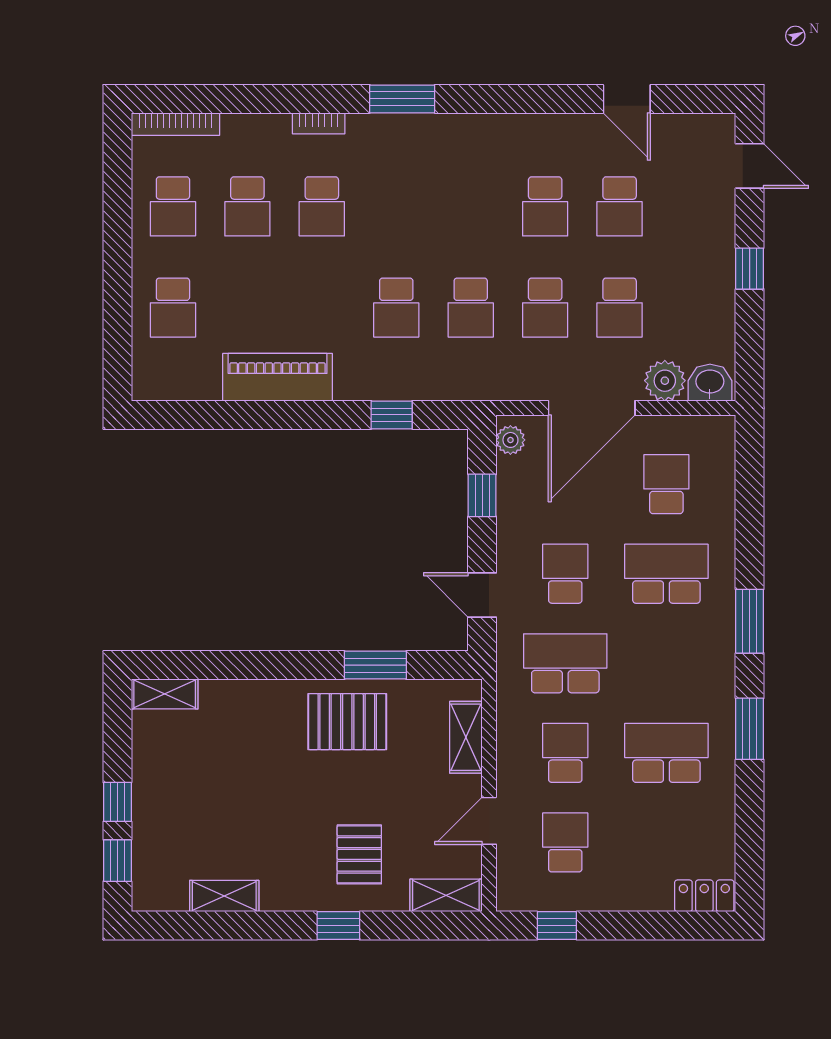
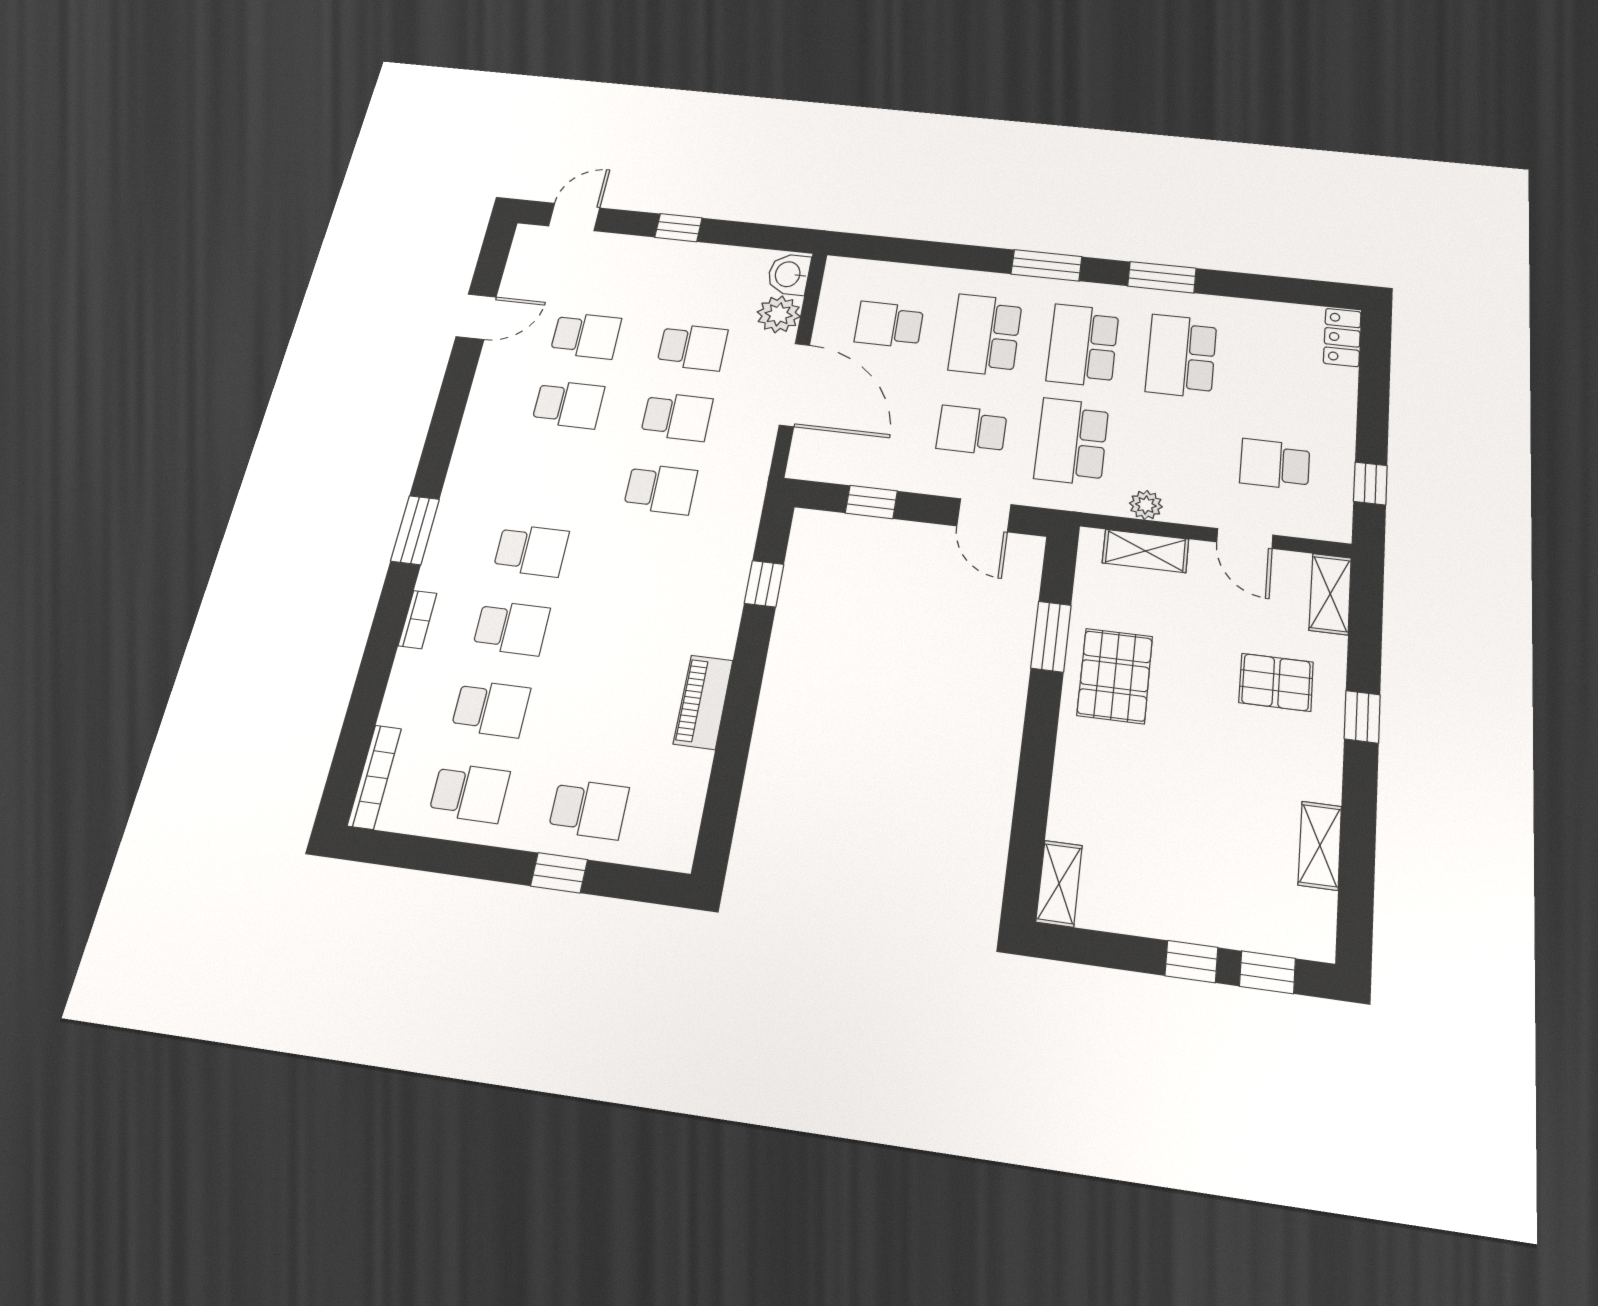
window: (117, 295) -> (559, 873), added
school desk: (396, 308) -> (531, 550), moved
piano: (278, 377) -> (703, 702), width x0.73, depth x0.75
plant: (510, 440) -> (1146, 505), moved
door: (482, 595) -> (984, 515), hinge flipped
school desk: (565, 753) -> (1083, 345), moved, width x1.85

